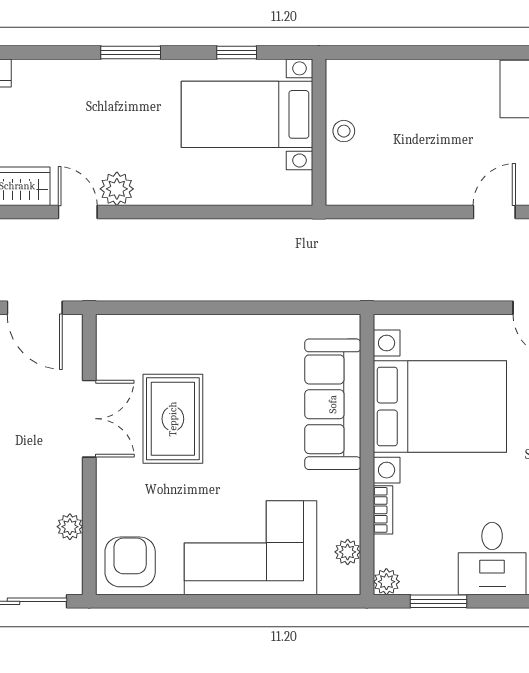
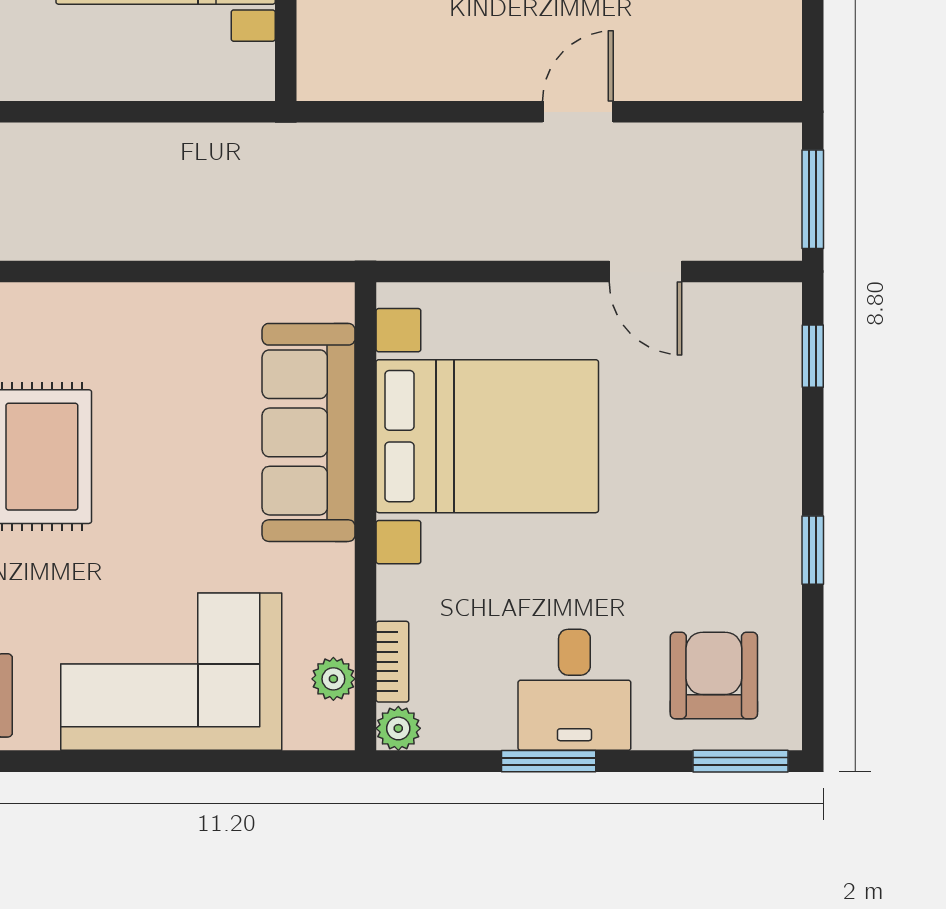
bookcase: (383, 510) -> (392, 662), moved
window: (439, 601) -> (549, 761), moved

